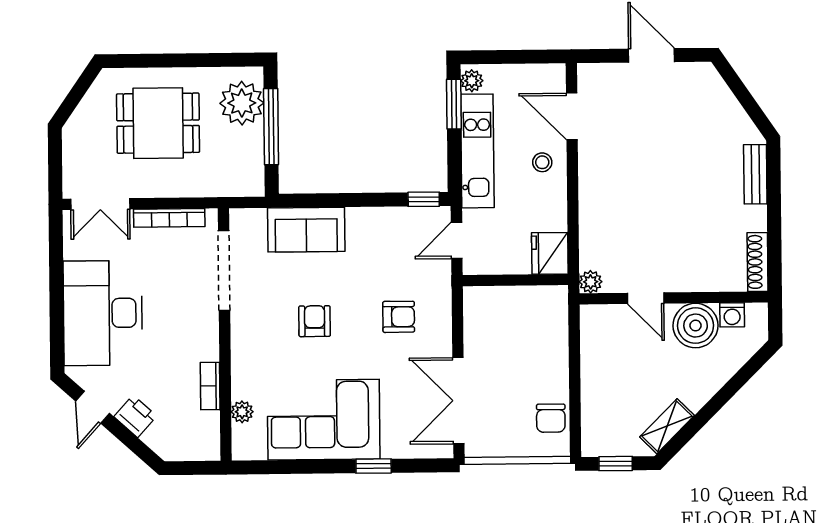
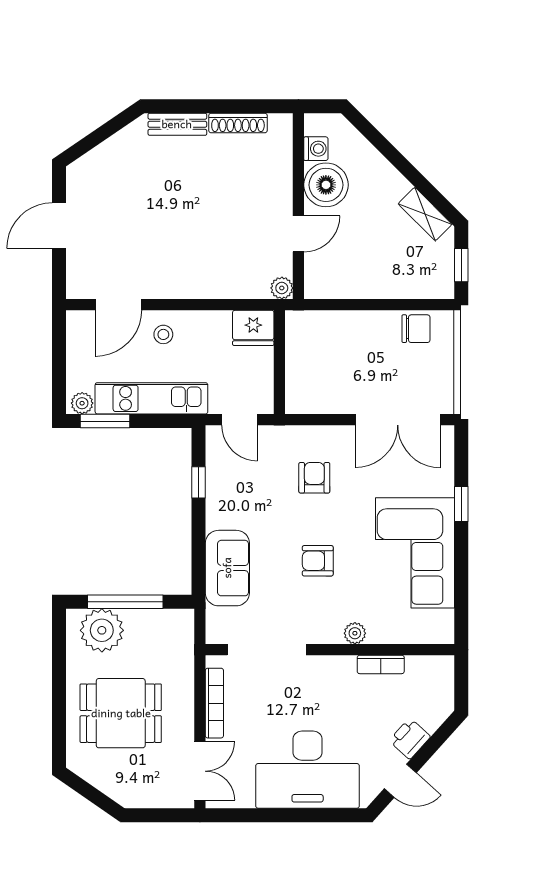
dining table: (158, 123) -> (121, 713), turned 90
window: (424, 199) -> (199, 482), moved
shoe rack: (758, 262) -> (238, 123), moved
plant: (242, 412) -> (355, 633), moved

